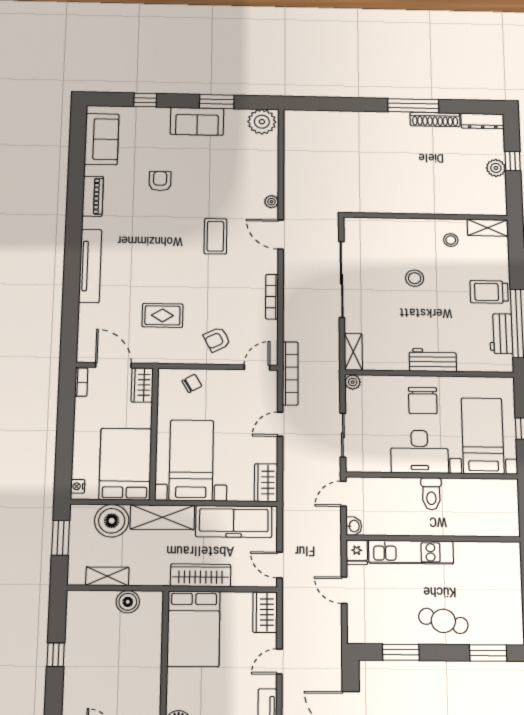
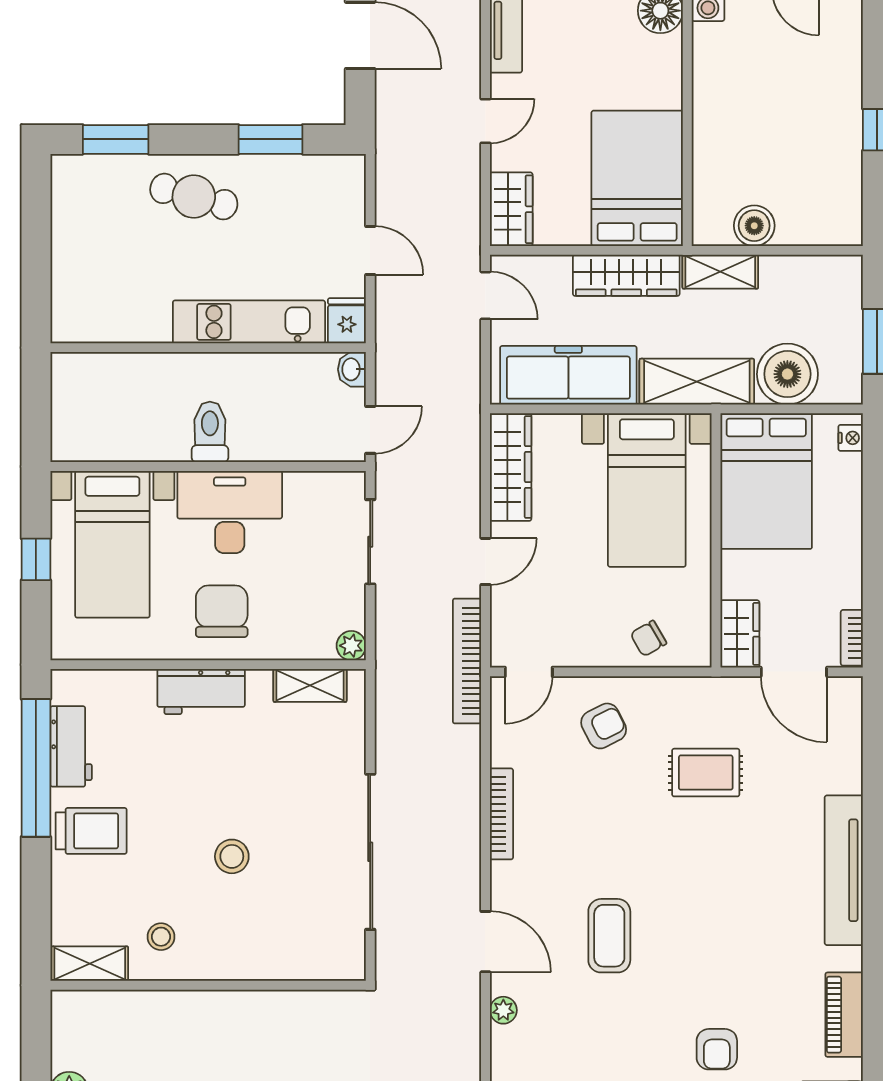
shelving: (353, 352) -> (310, 685), moved, turned 90
wardrobe: (266, 483) -> (511, 467), width x1.50
shelving: (107, 576) -> (720, 272), moved

